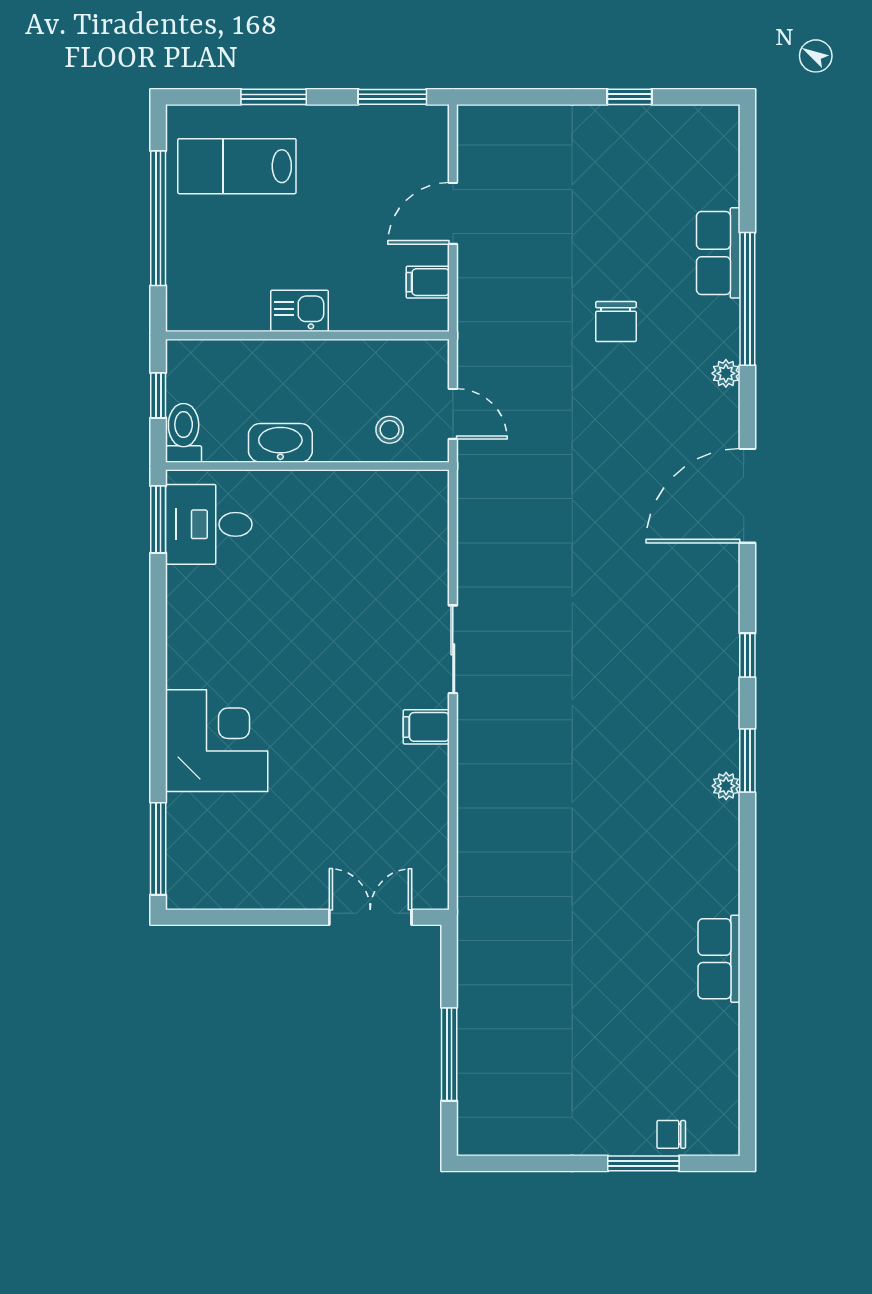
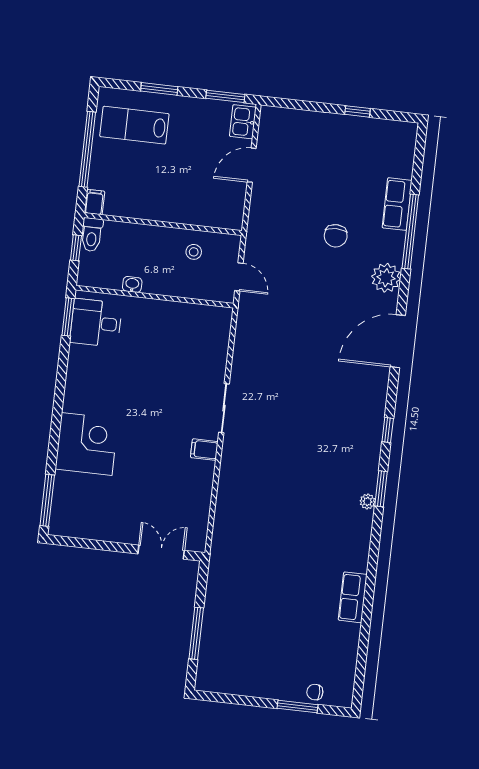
filing cabinet: (428, 282) -> (94, 202), moved, turned 90
kitchen sink: (299, 311) -> (243, 122), moved, turned -90
plant: (726, 373) -> (386, 278), width x1.88, depth x1.88
stool: (390, 430) -> (194, 252), moved
toilet: (184, 433) -> (92, 235), moved, turned 180
washbasin: (280, 443) -> (132, 284), width x0.52, depth x0.69

